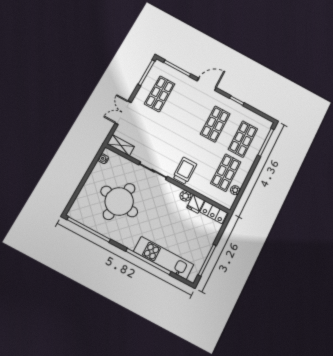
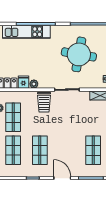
door: (207, 84) -> (62, 178), swing flipped

